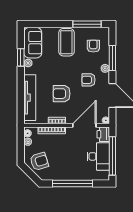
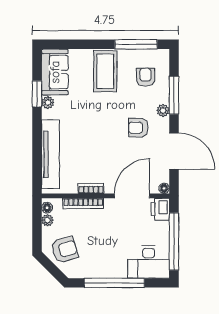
armchair: (62, 94) -> (98, 148), removed
desk: (98, 156) -> (149, 262), moved, turned 90

